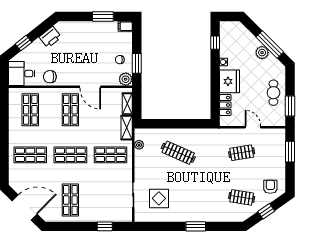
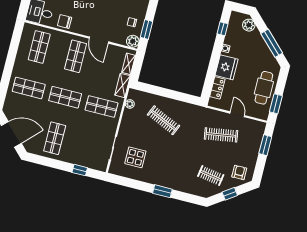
plant: (262, 53) -> (249, 25), moved
cafe table: (273, 93) -> (264, 88), width x1.37, depth x1.35
clothes rail: (242, 153) -> (221, 135), width x1.36

